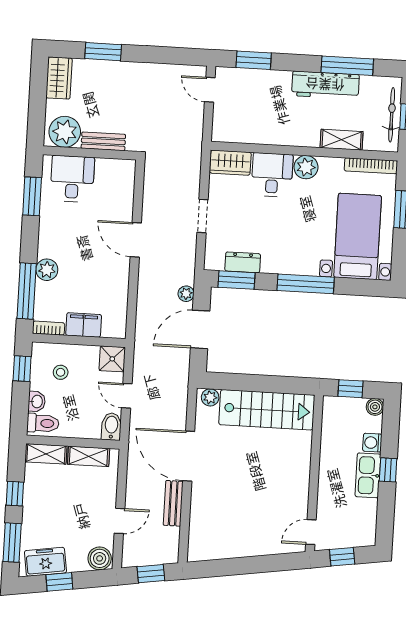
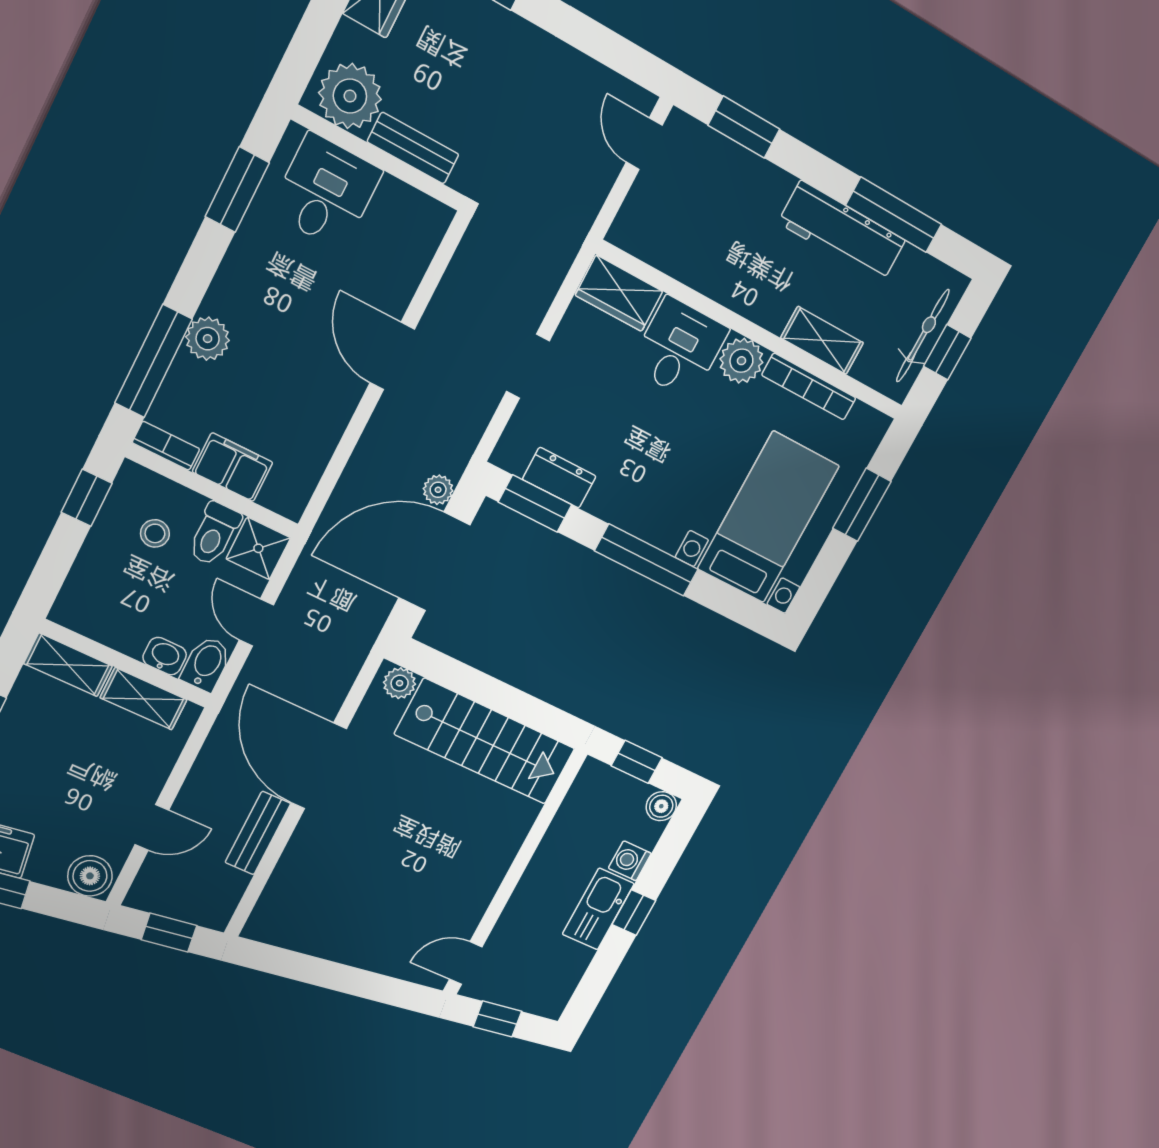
bookcase: (371, 166) -> (809, 387), moved
door: (200, 329) -> (434, 562), width x1.36
washbasin: (37, 401) -> (165, 656), moved, turned -90
toilet: (43, 423) -> (214, 534), moved, turned 90

